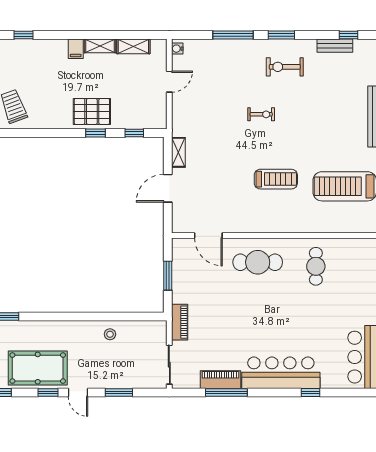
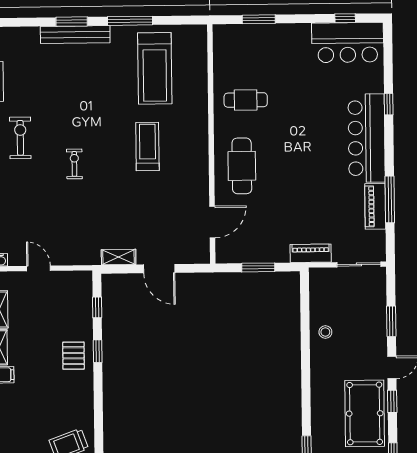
exercise bike: (285, 67) -> (20, 138), turned 180
pallet: (92, 111) -> (73, 356), width x0.67, depth x0.71

